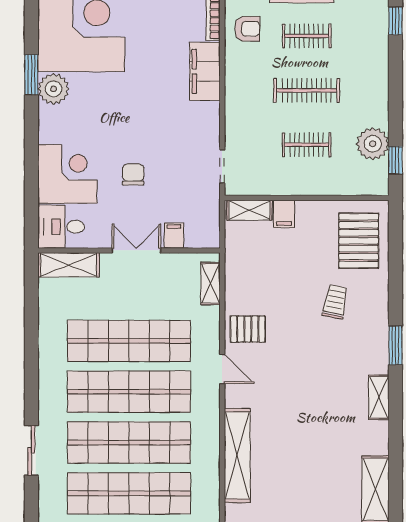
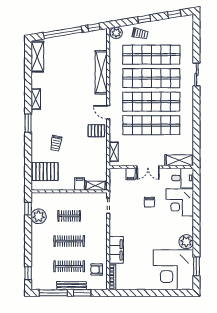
clothes rail: (307, 36) -> (69, 266), width x1.36
window: (31, 75) -> (196, 266), moved
pallet: (359, 241) -> (45, 172), turned 90

